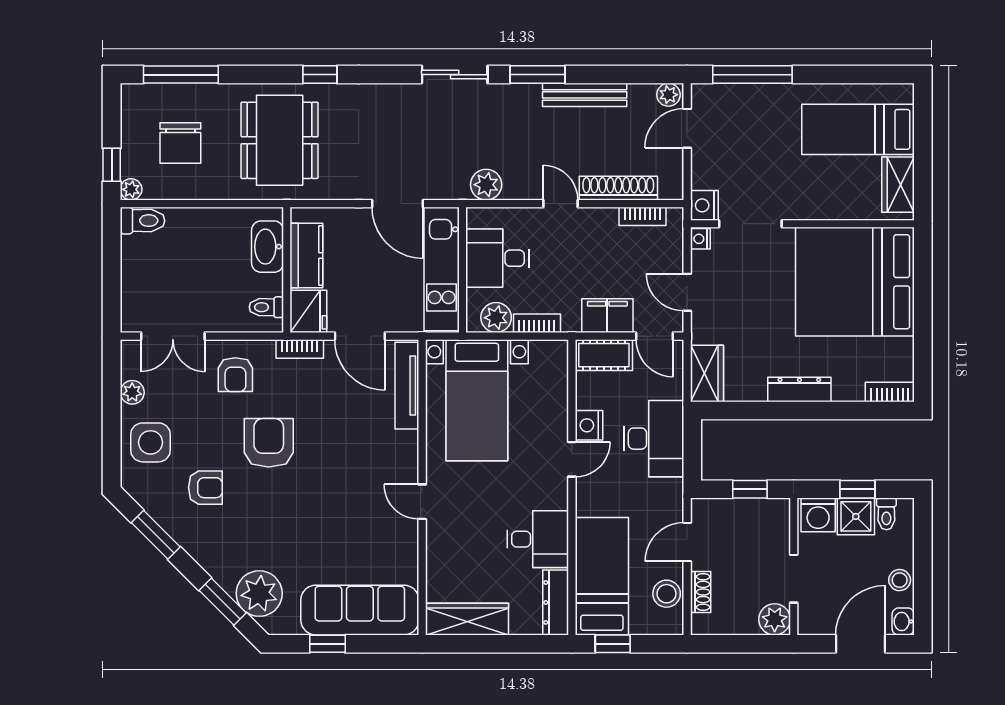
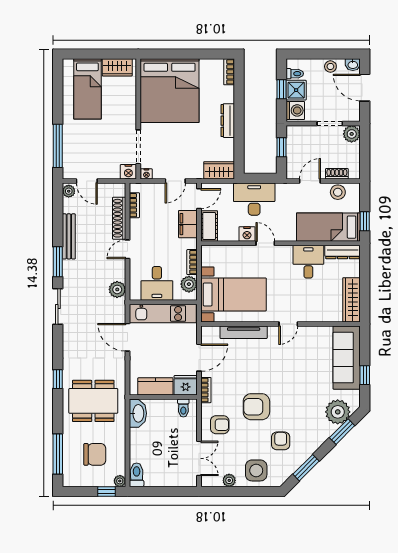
door: (397, 204) -> (127, 337), swing flipped
washbasin: (268, 247) -> (138, 413), moved, turned -90
tv unit: (407, 386) -> (244, 332), moved
door: (687, 542) -> (310, 181), swing flipped

